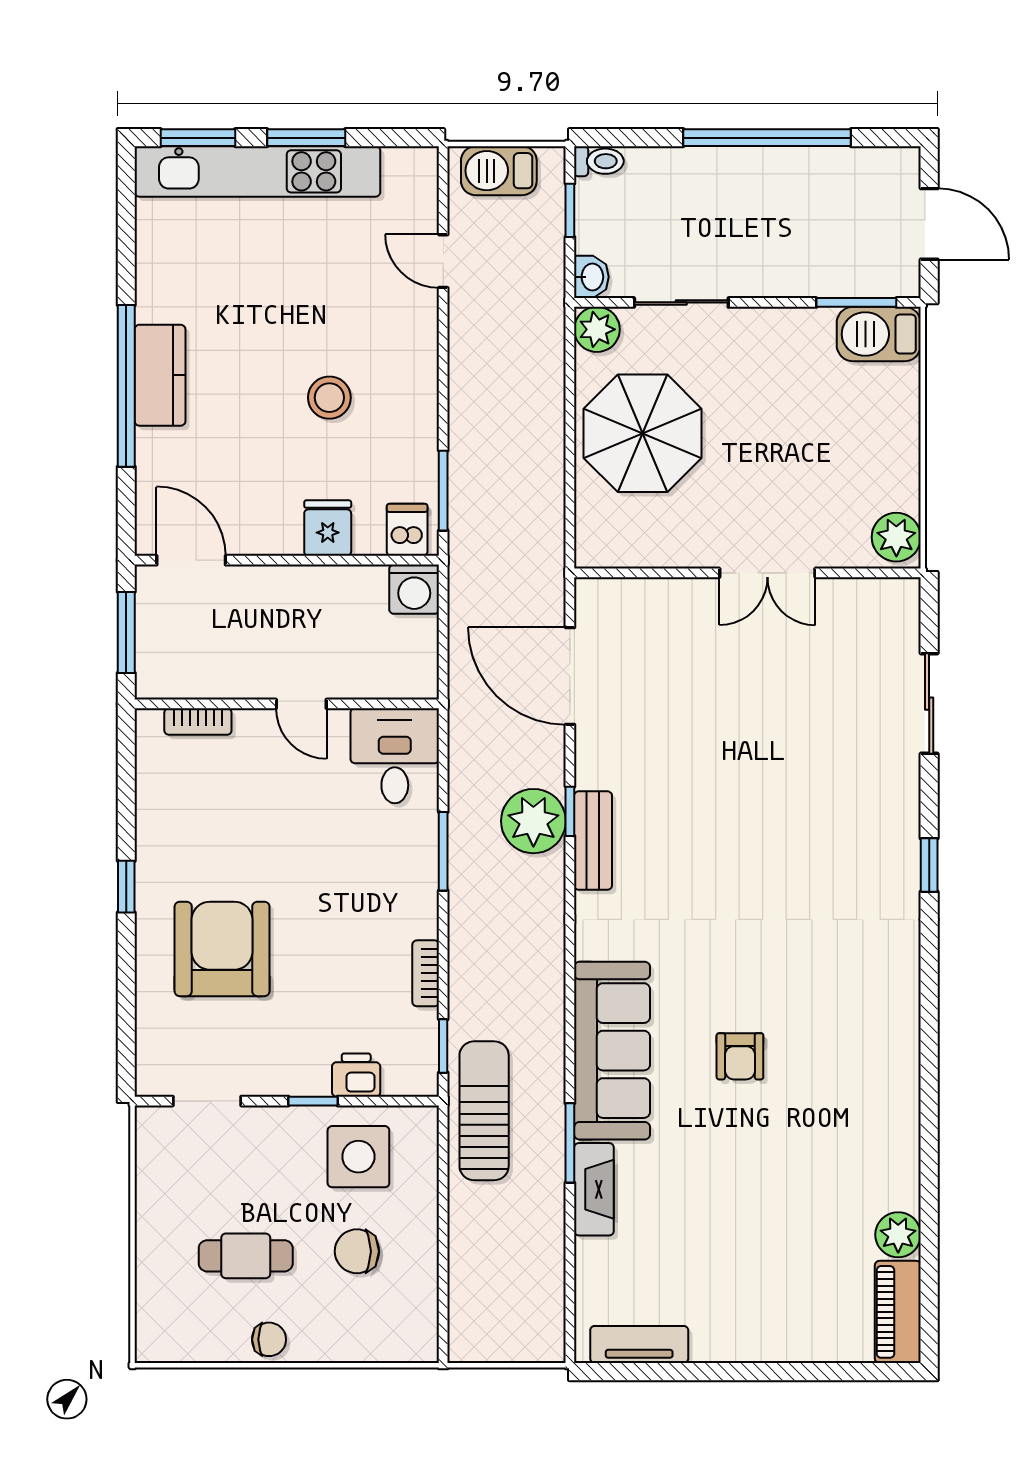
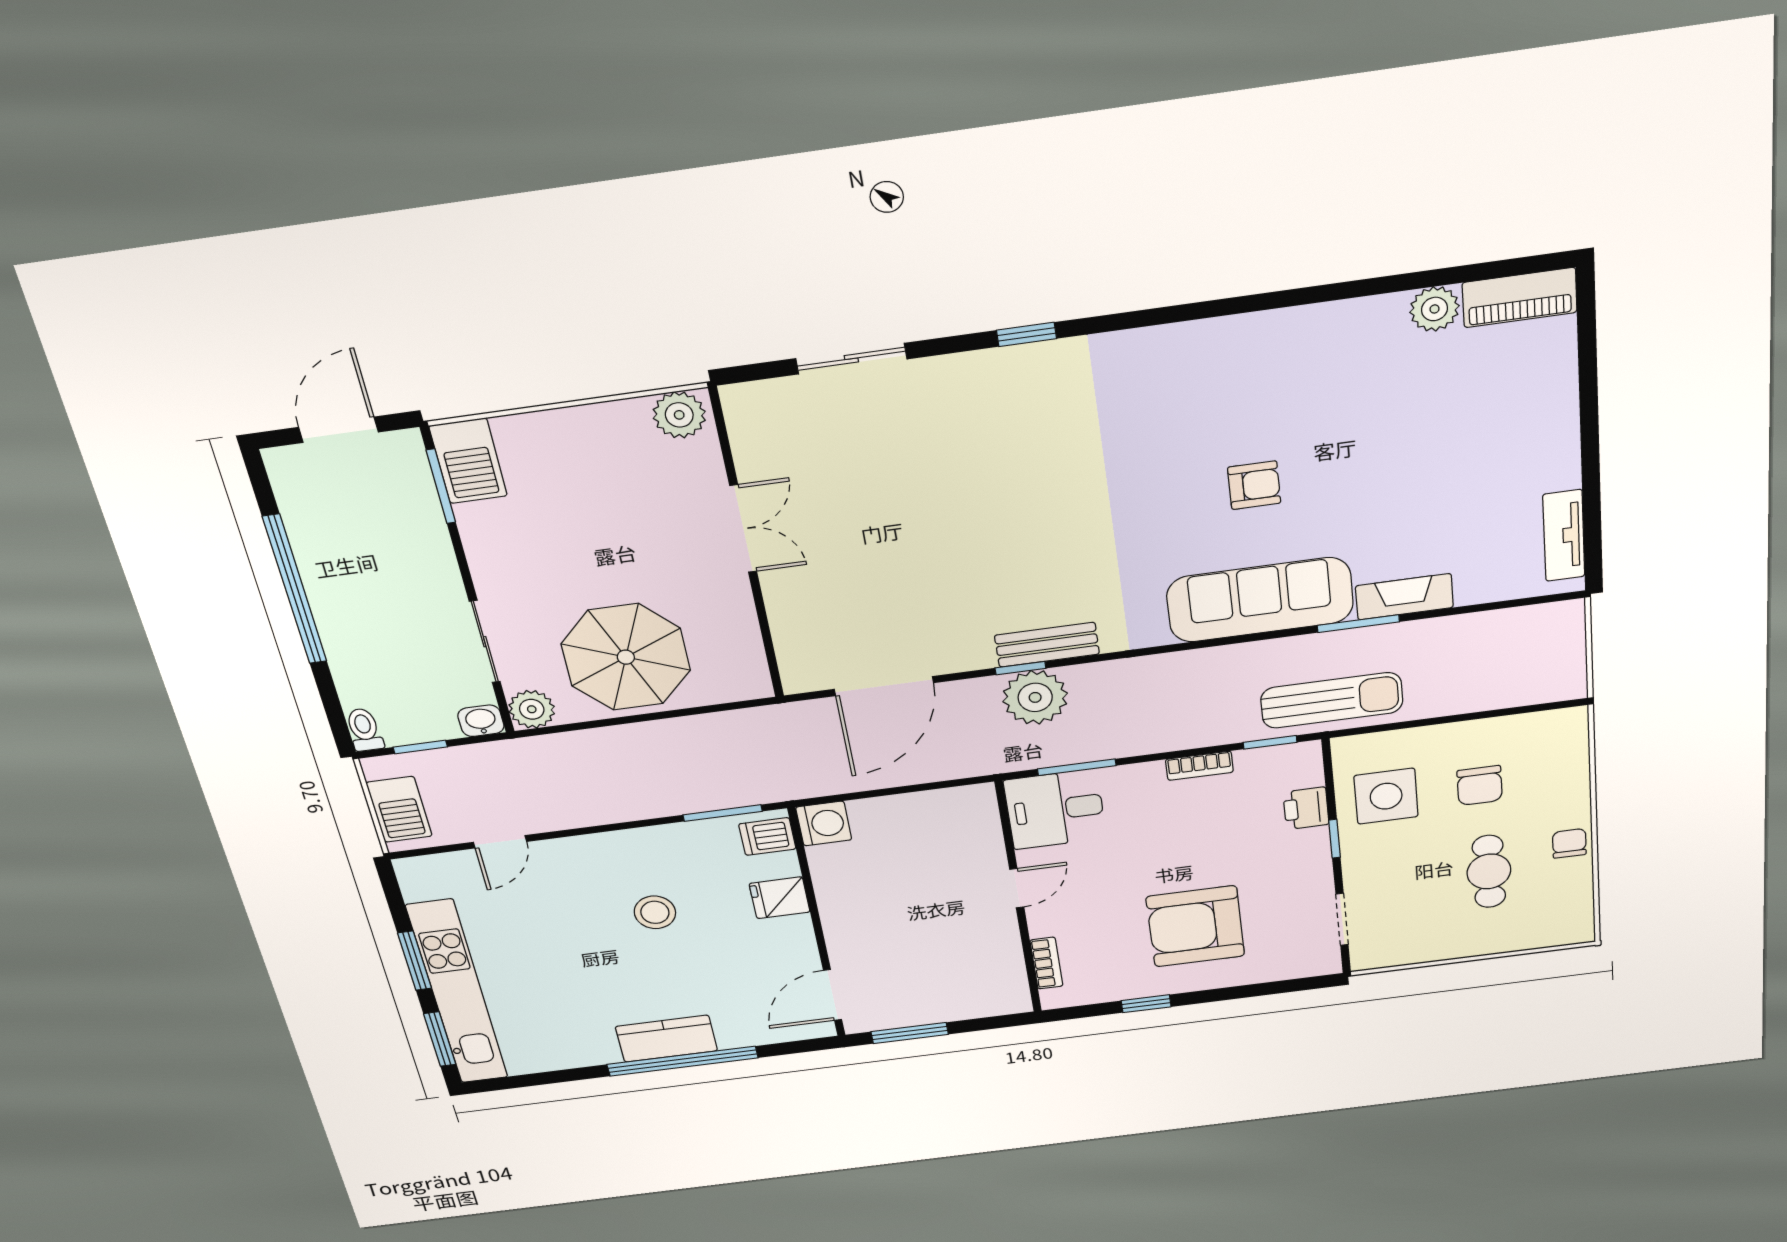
wall: (287, 704) -> (1019, 899), moved
door: (301, 704) -> (1017, 888), moved
bookcase: (198, 721) -> (1046, 963), moved
desk: (395, 756) -> (1055, 809), moved
sun lounger: (484, 1111) -> (1332, 700), turned 180

